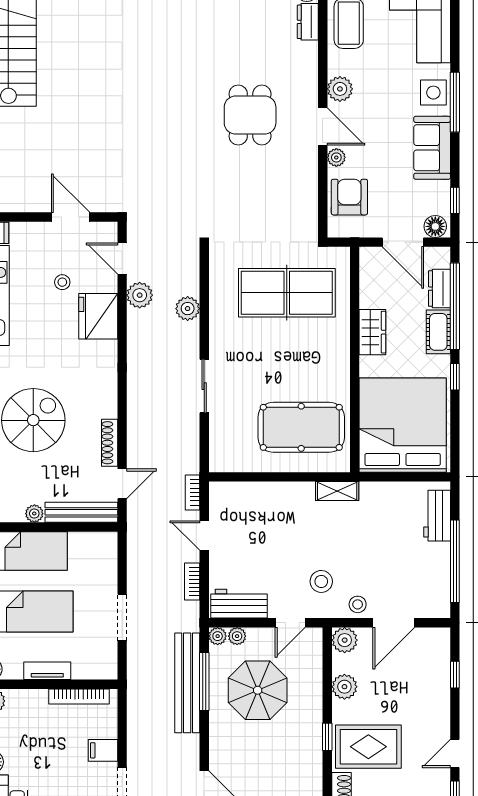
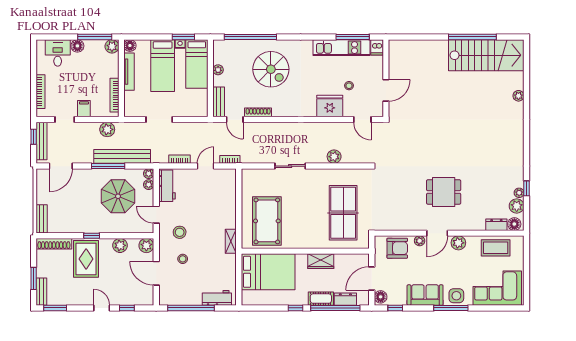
door: (122, 259) -> (362, 120), swing flipped
plant: (140, 295) -> (107, 129), moved
bed: (403, 425) -> (268, 272), width x0.73
bench: (81, 512) -> (219, 102), width x0.73
stool: (358, 604) -> (183, 259), moved
tv unit: (47, 671) -> (129, 72), width x1.41
window: (204, 681) -> (108, 166), moved
door: (455, 753) -> (102, 308), moved

